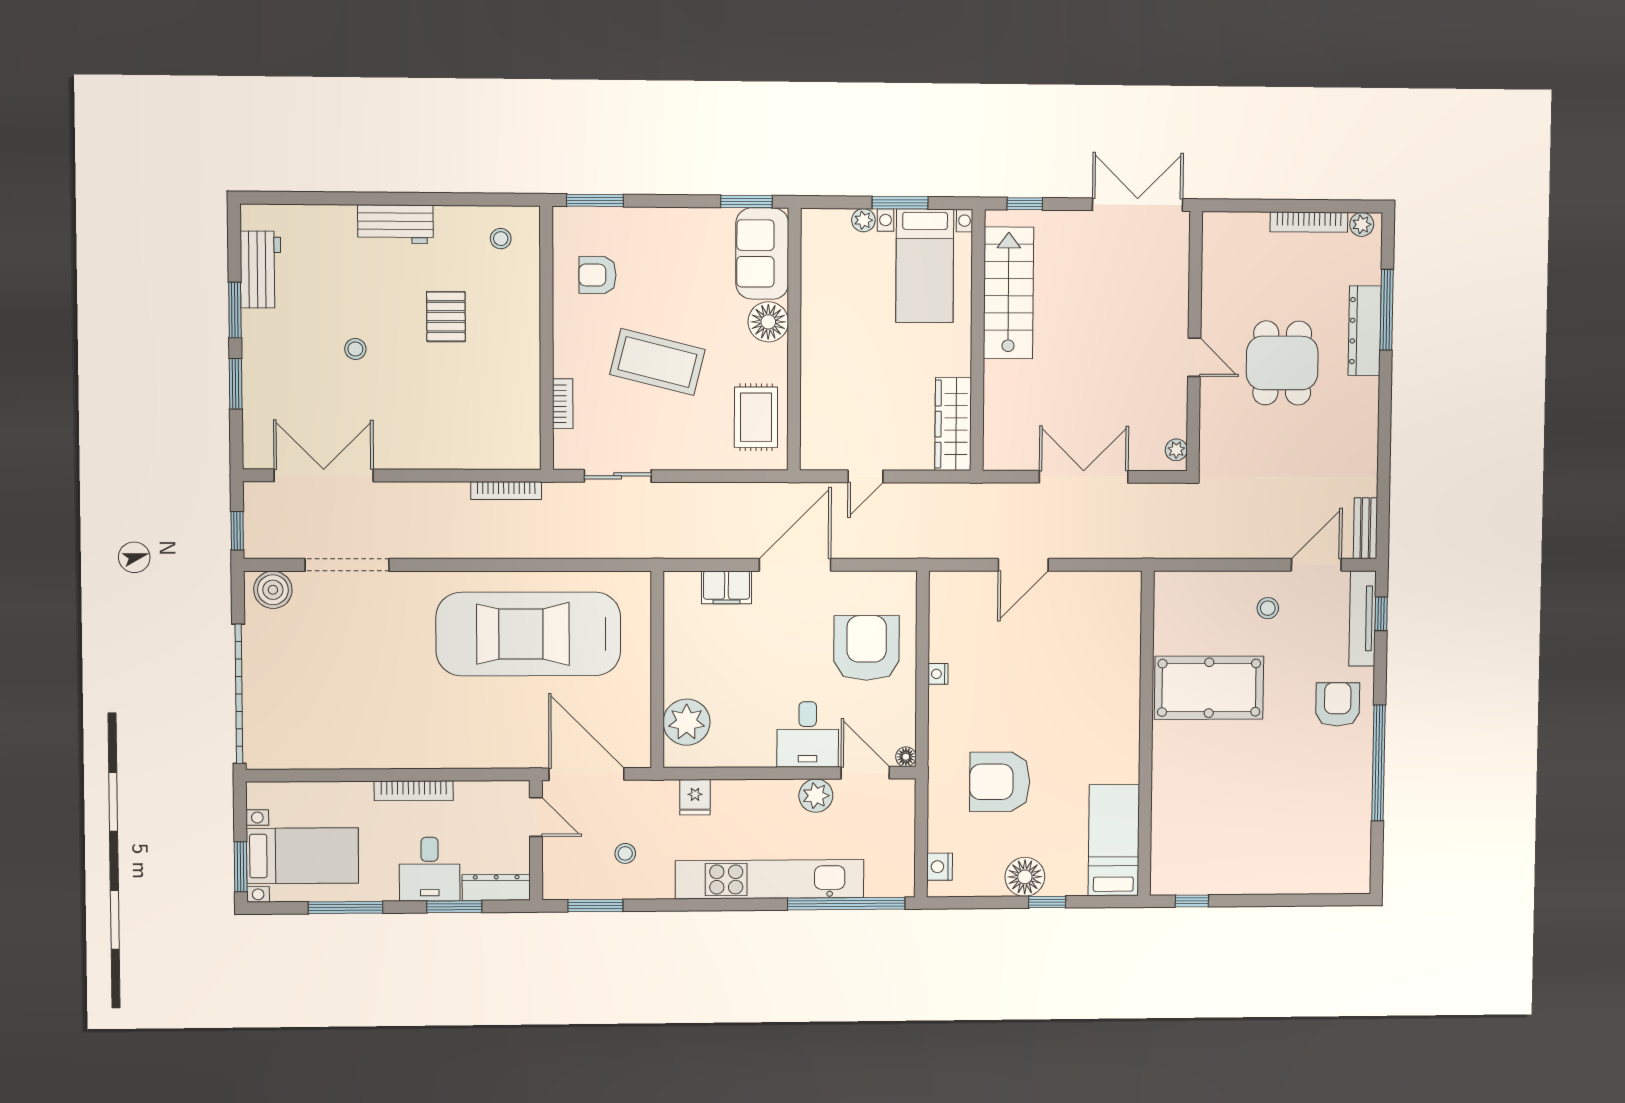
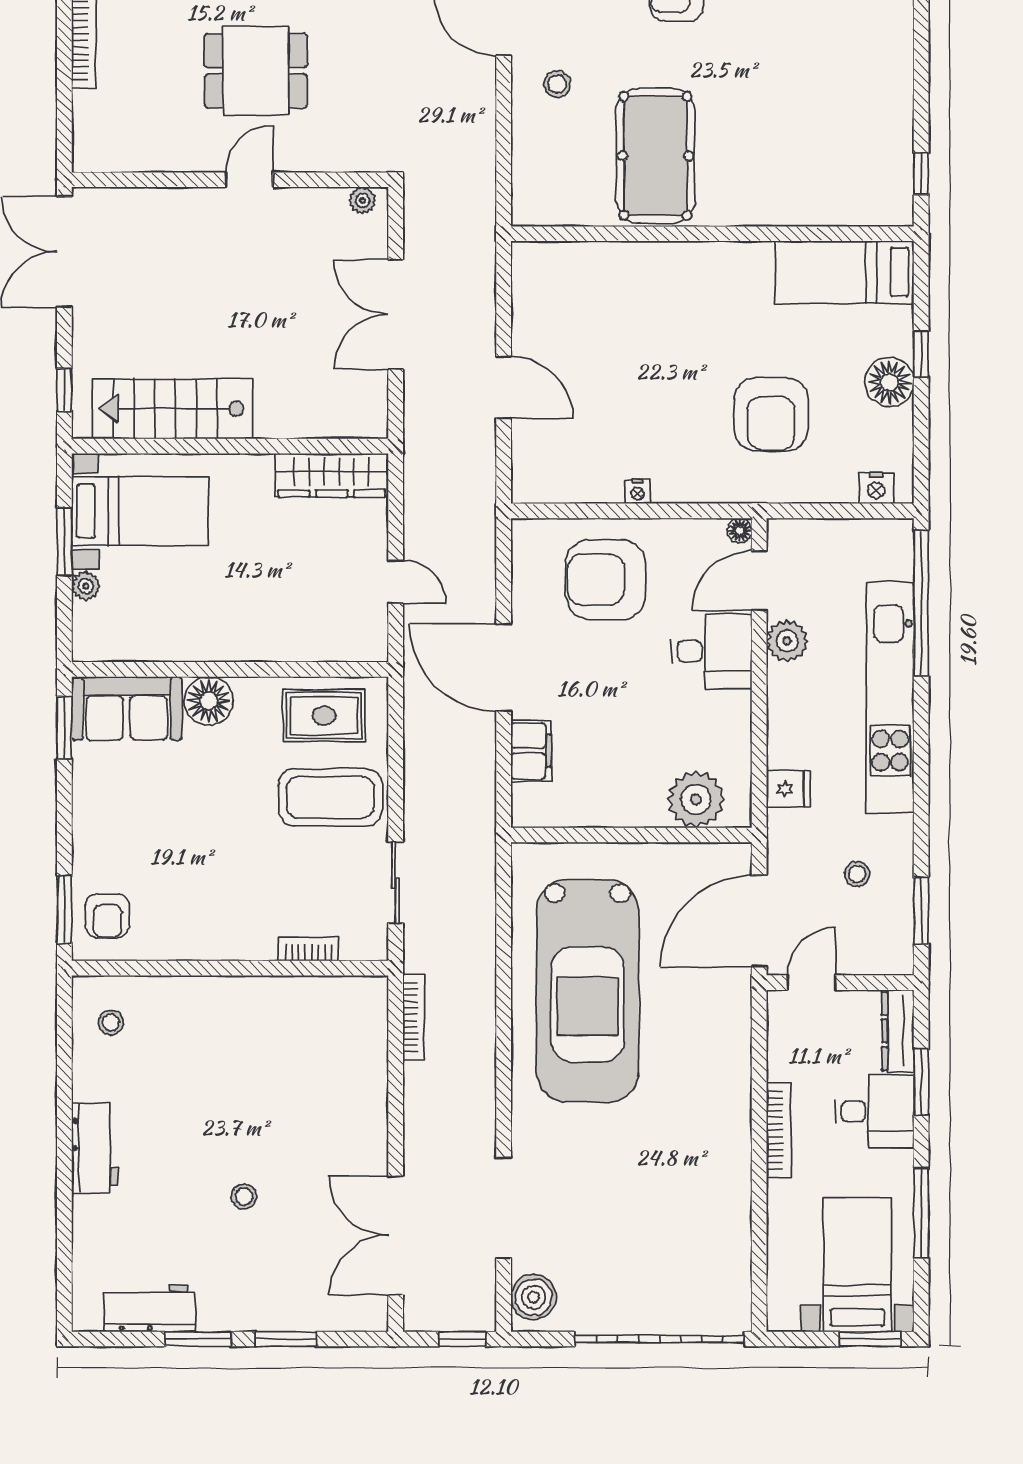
armchair: (598, 275) -> (107, 916), moved
pallet: (446, 317) -> (204, 1088), removed
coffee table: (657, 362) -> (330, 797), moved, turned 76

